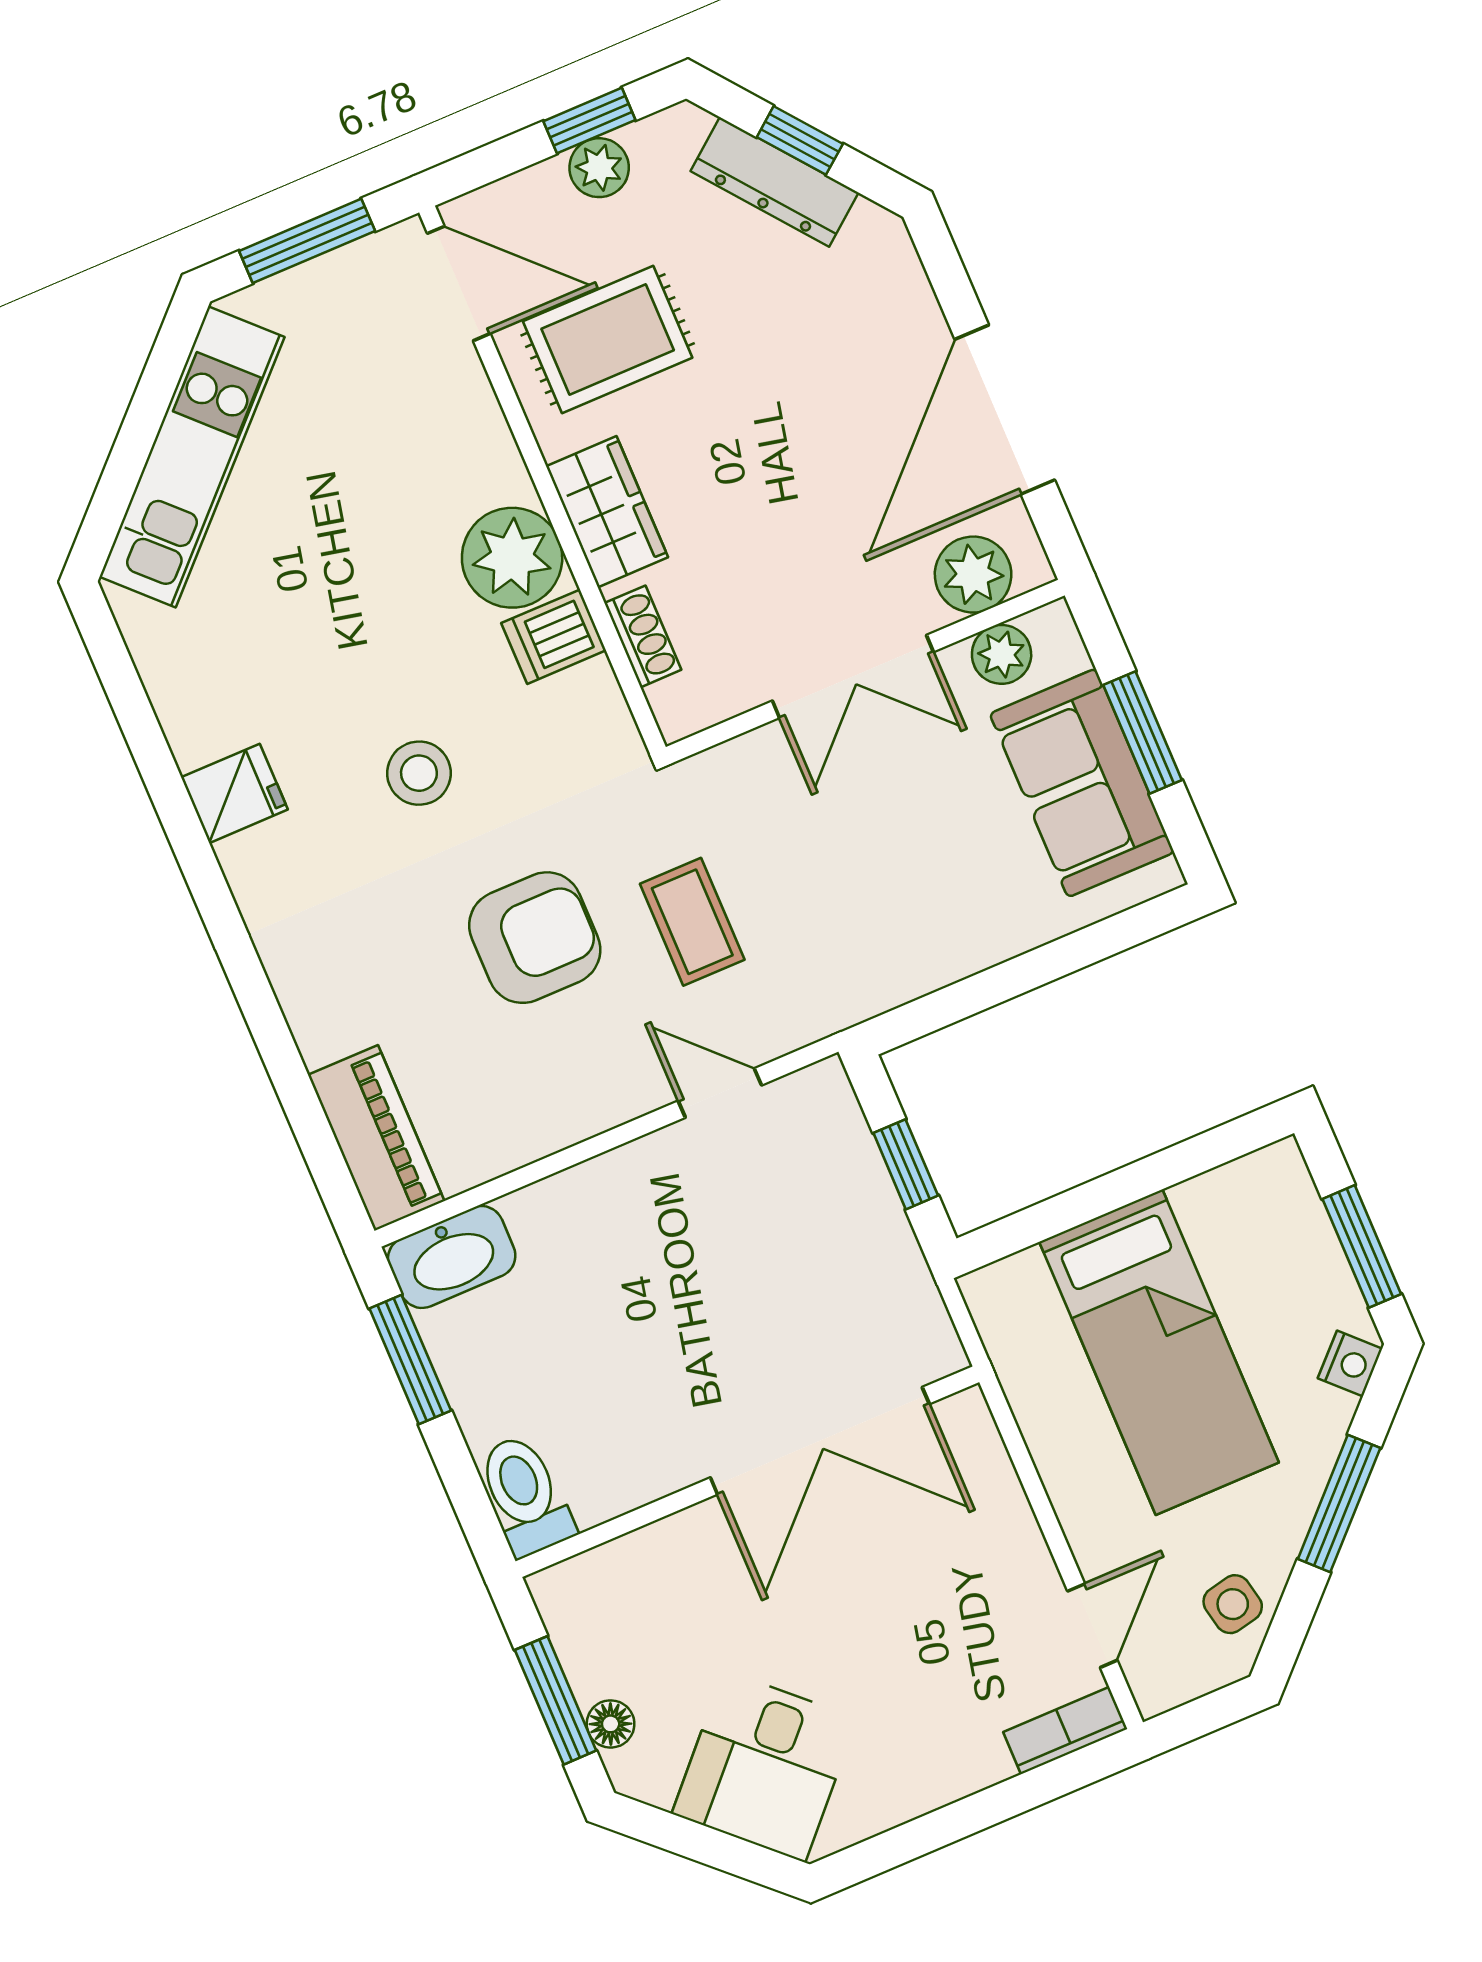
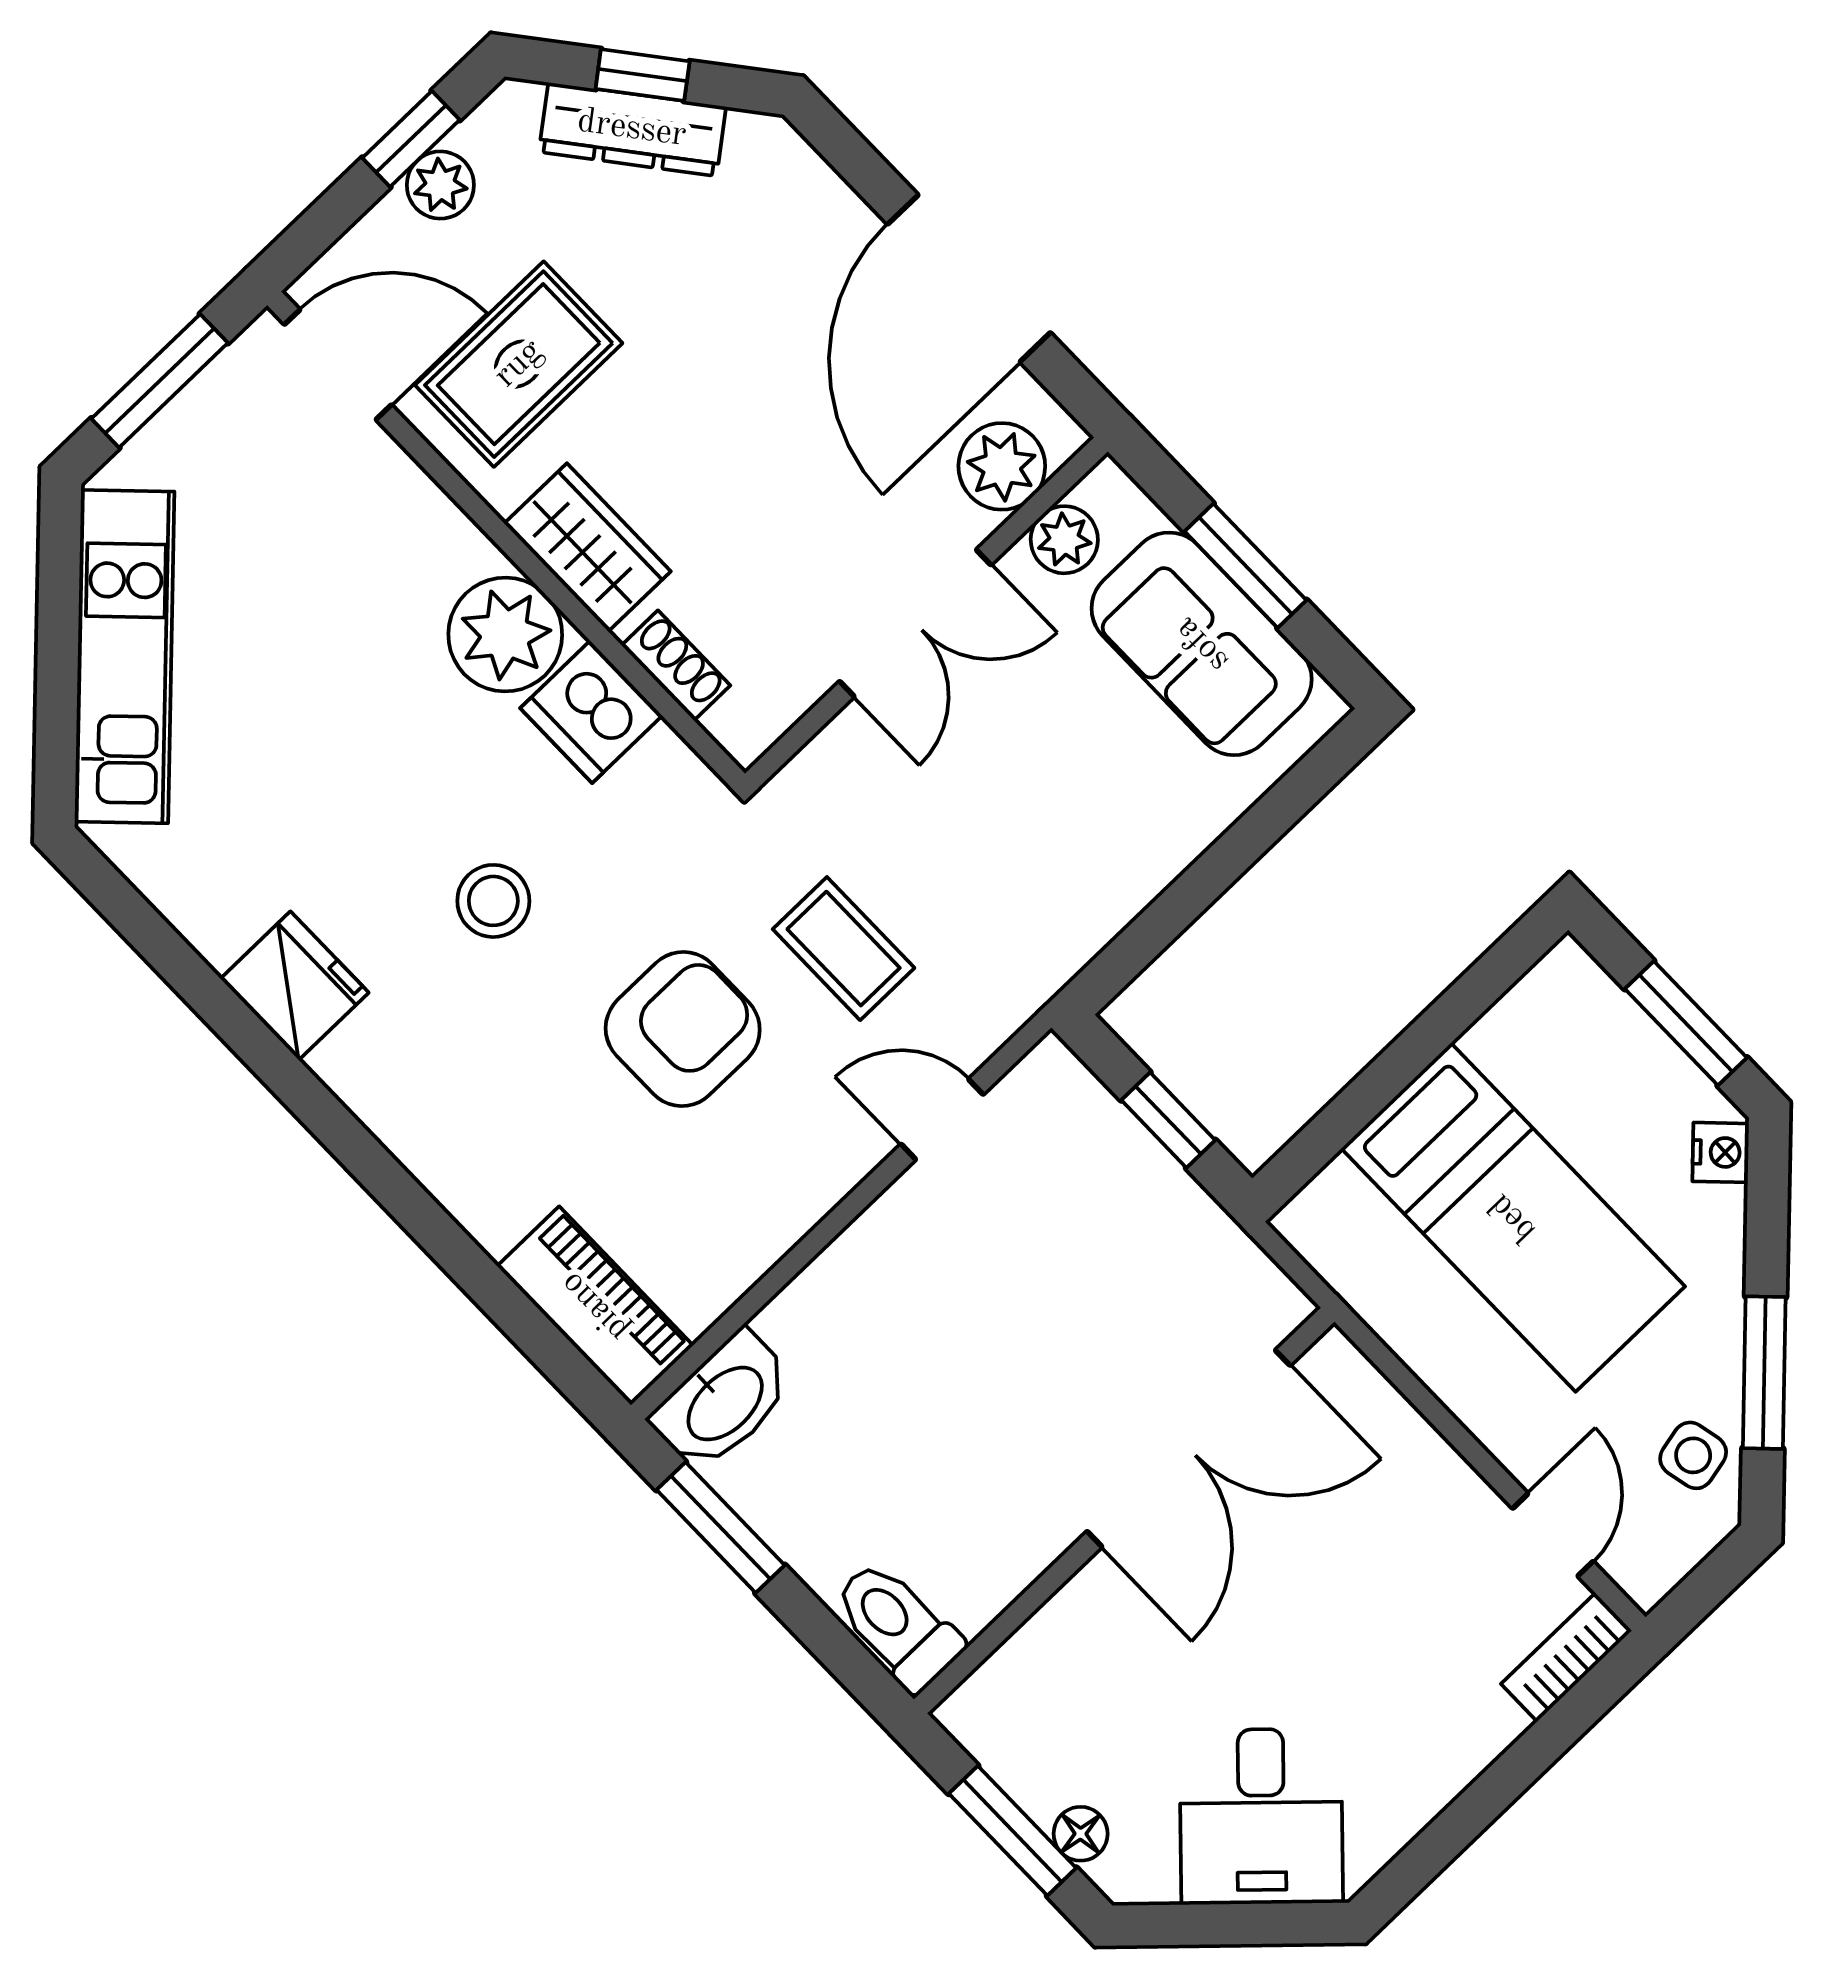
dishwasher: (554, 637) -> (591, 712), width x1.38
fridge: (234, 793) -> (295, 986), width x1.38
window: (1339, 1504) -> (1764, 1373), moved

